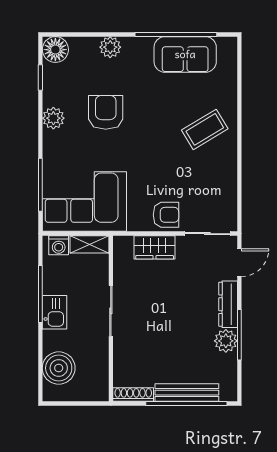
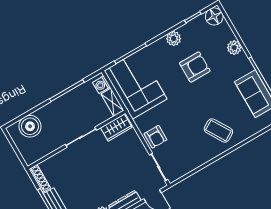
wardrobe: (155, 247) -> (116, 127), moved, turned -90
kitchen sink: (55, 312) -> (61, 105), removed

